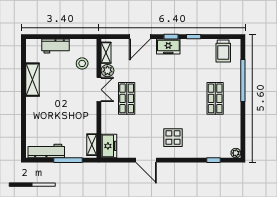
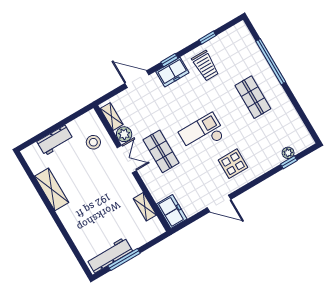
door: (140, 37) -> (137, 79), swing flipped
window: (194, 37) -> (207, 38), moved
trolley: (223, 51) -> (205, 66), moved
checkout: (163, 103) -> (202, 134), added
shelving: (92, 145) -> (145, 207), moved
plant: (236, 153) -> (288, 153), moved
window: (68, 160) -> (124, 259), moved

